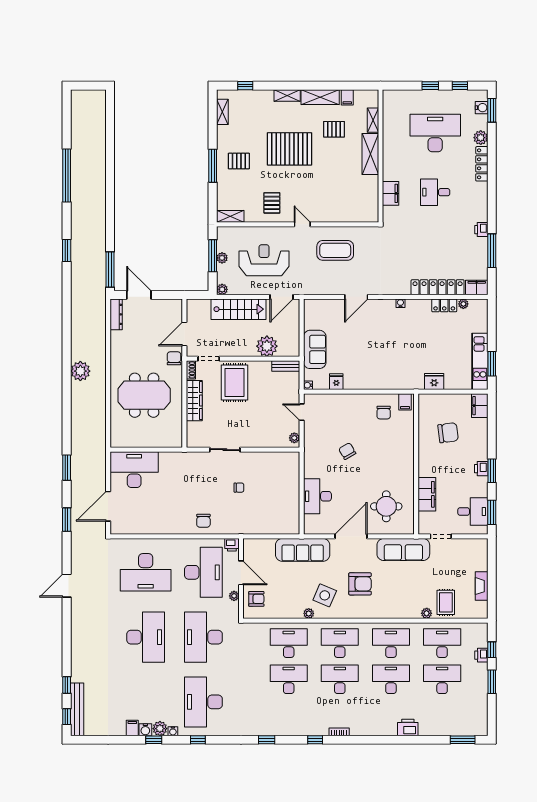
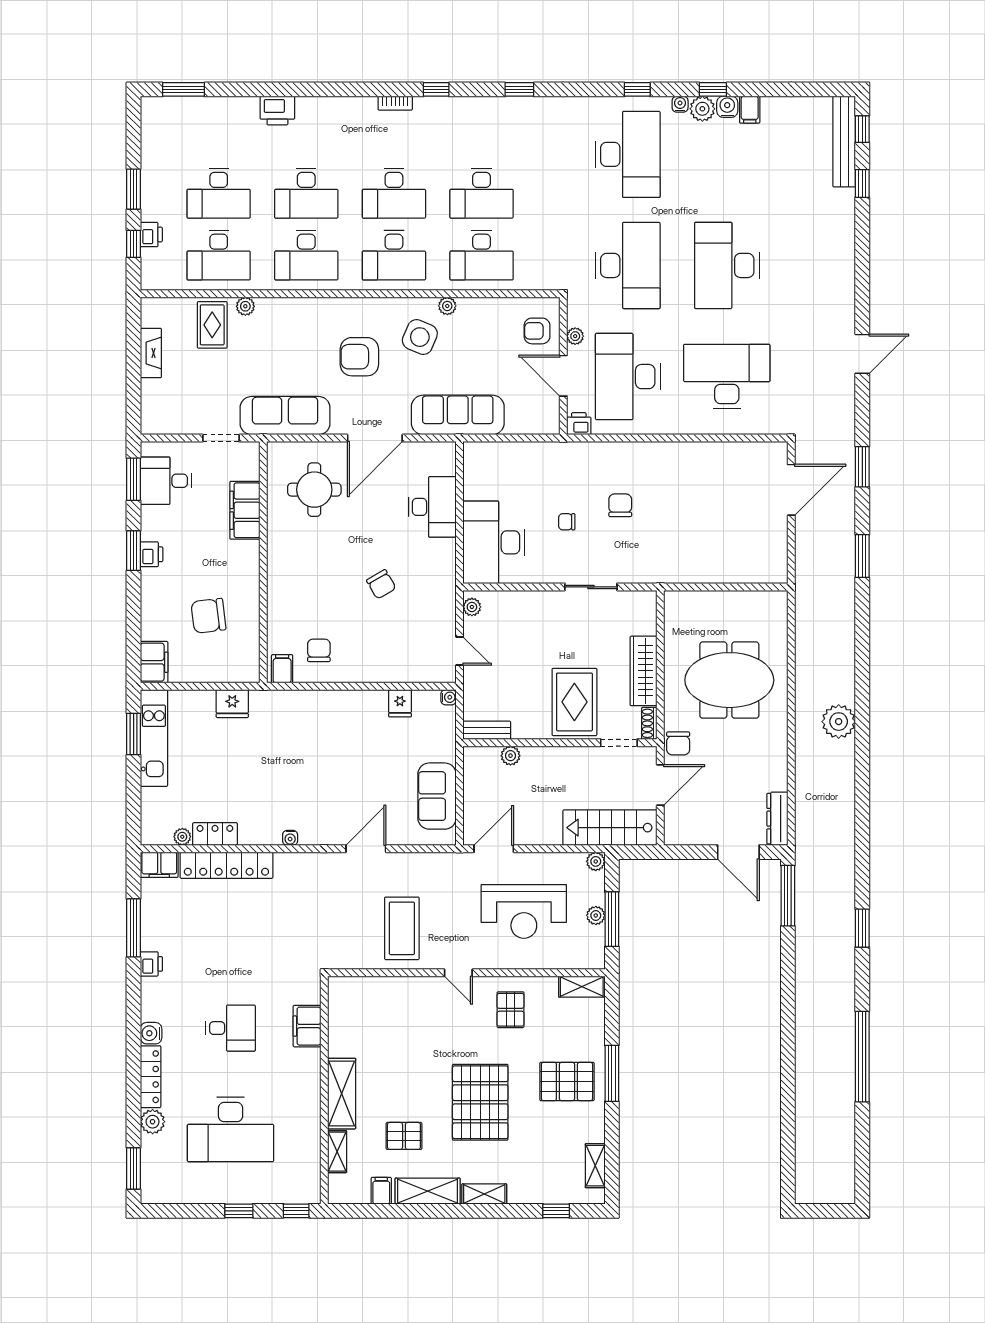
window: (460, 86) -> (296, 1211), moved
water cooler: (482, 108) -> (151, 1033), moved
pallet: (289, 149) -> (480, 1102), turned 90
pallet: (239, 161) -> (567, 1081), width x1.50, depth x1.42
coffee table: (335, 250) -> (402, 928), turned 90
stairs: (238, 309) -> (610, 828), moved
plant: (267, 346) -> (511, 756), width x0.53, depth x0.53
sofa: (315, 349) -> (437, 796), moved
desk: (134, 470) -> (494, 542), moved, turned 90
chair: (203, 521) -> (620, 505), moved

